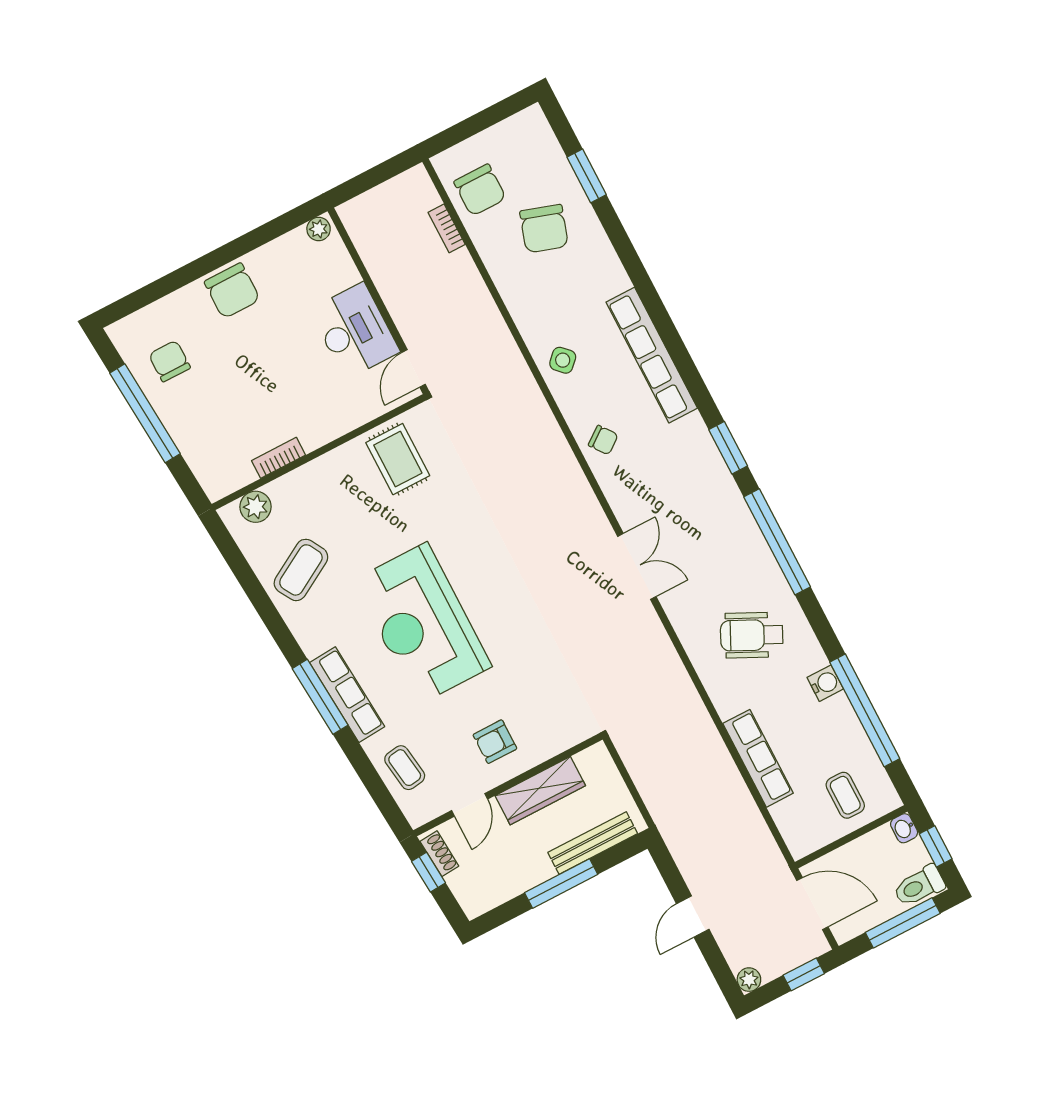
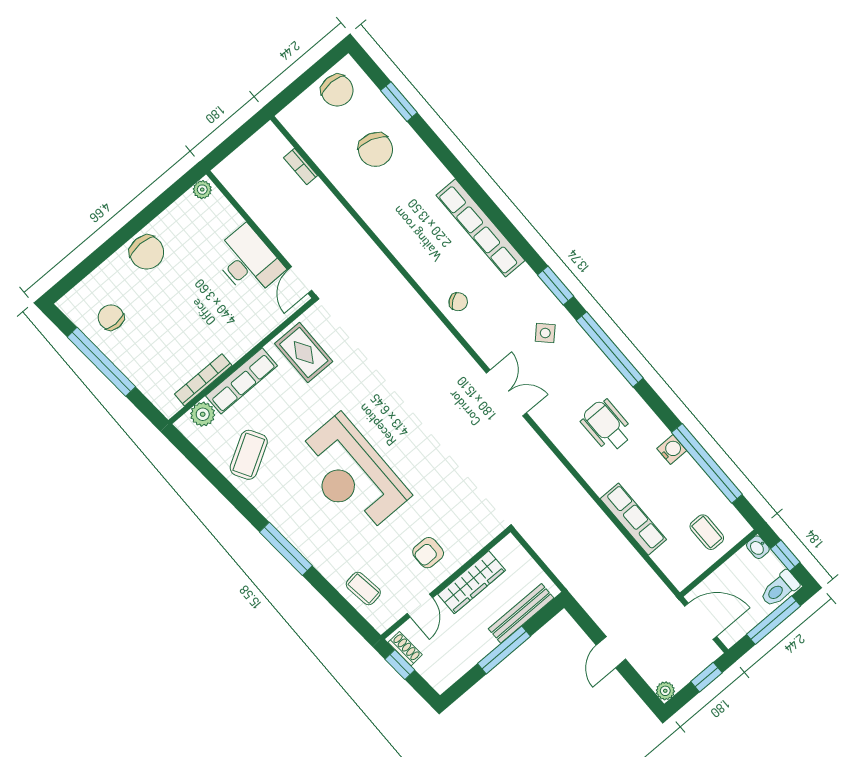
chair: (480, 190) -> (337, 90), moved
side table: (563, 360) -> (545, 333), moved
bookcase: (279, 458) -> (203, 380), width x1.56
wheelchair: (752, 635) -> (607, 426), turned 64
row of seats: (347, 695) -> (242, 381), moved, turned 94

